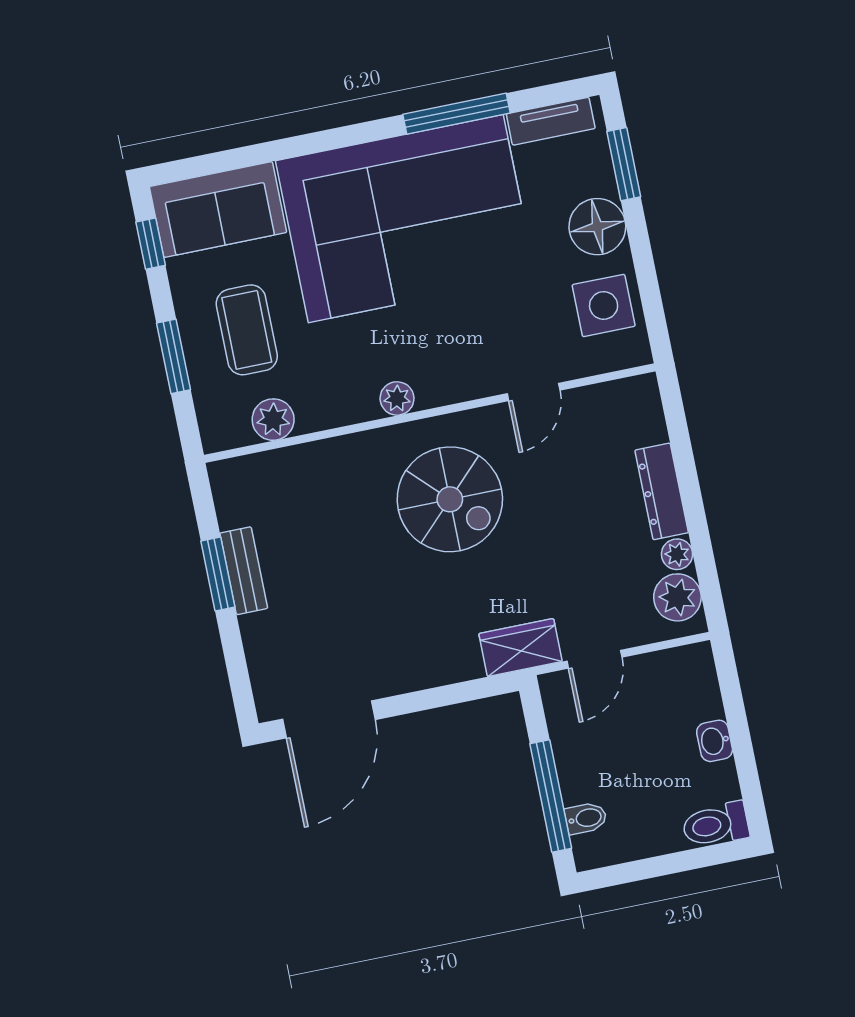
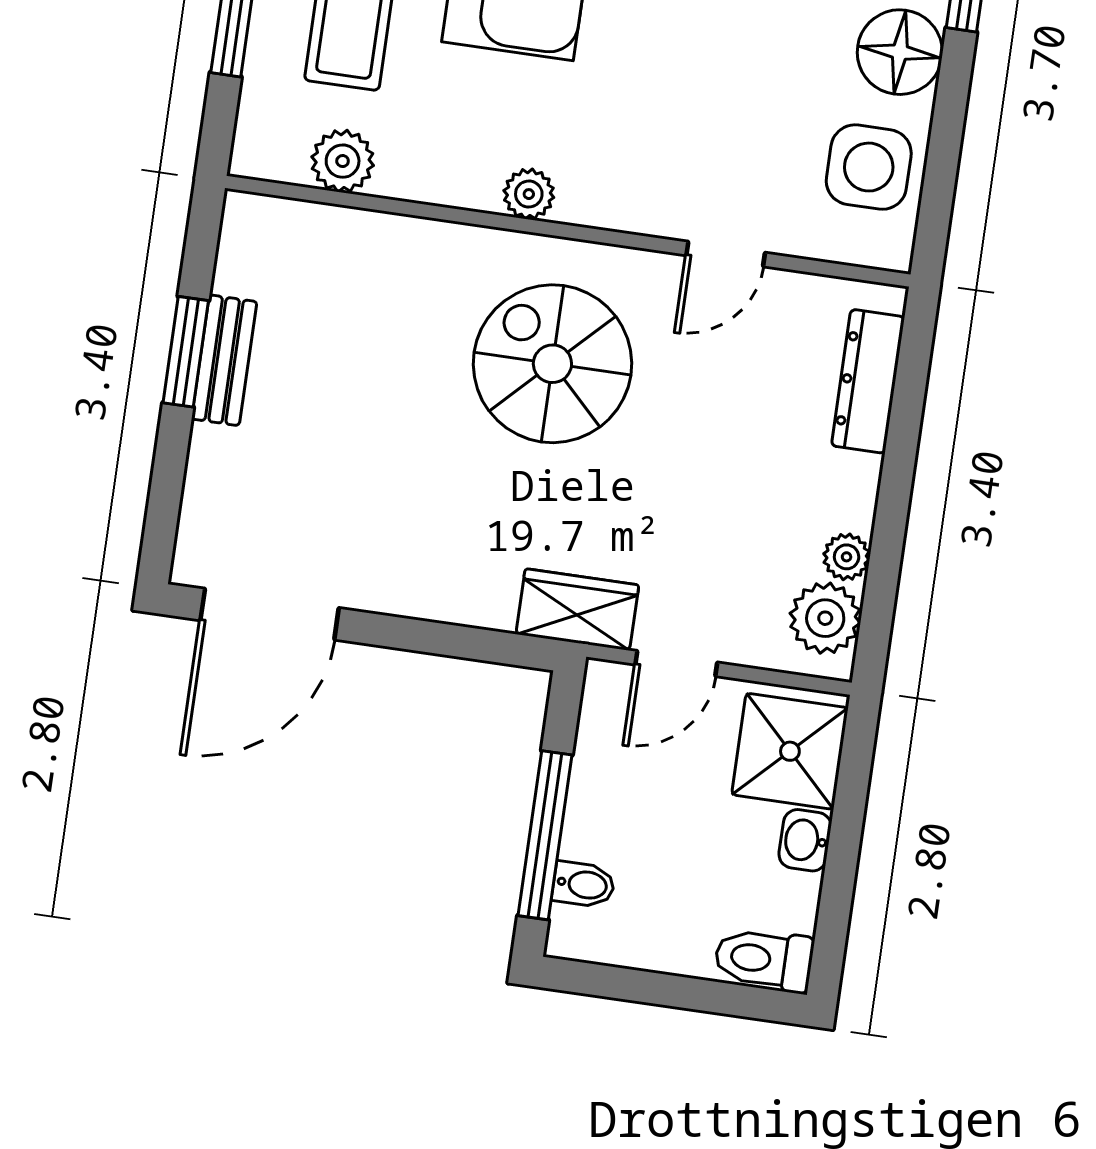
dresser: (662, 491) -> (868, 381), moved
spiral stairs: (450, 499) -> (552, 364), turned 180
shower: (685, 689) -> (790, 751), added

